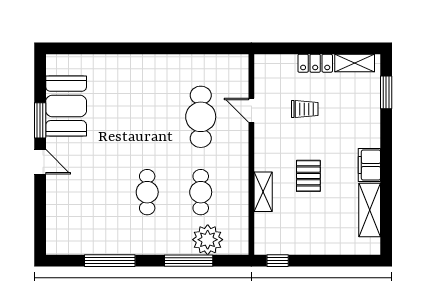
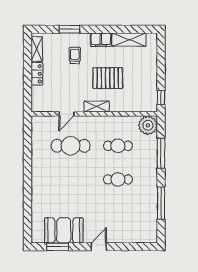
window: (386, 92) -> (69, 29), moved
trolley: (305, 109) -> (75, 55), moved
window: (40, 120) -> (58, 247), moved
pallet: (308, 176) -> (108, 78), width x1.50, depth x1.42
shelving: (263, 192) -> (97, 107), moved
plant: (208, 240) -> (148, 125), moved

